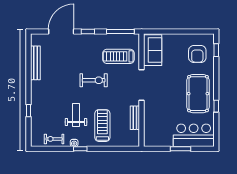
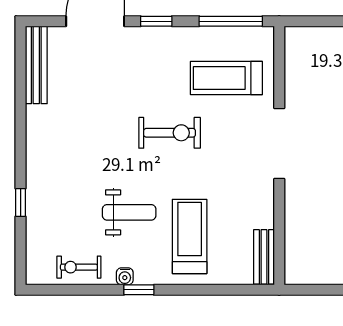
sofa: (153, 50) -> (305, 64), removed
bench: (35, 63) -> (36, 65), moved
weight bench: (76, 115) -> (129, 212), turned 90
bench: (135, 118) -> (264, 257), moved

